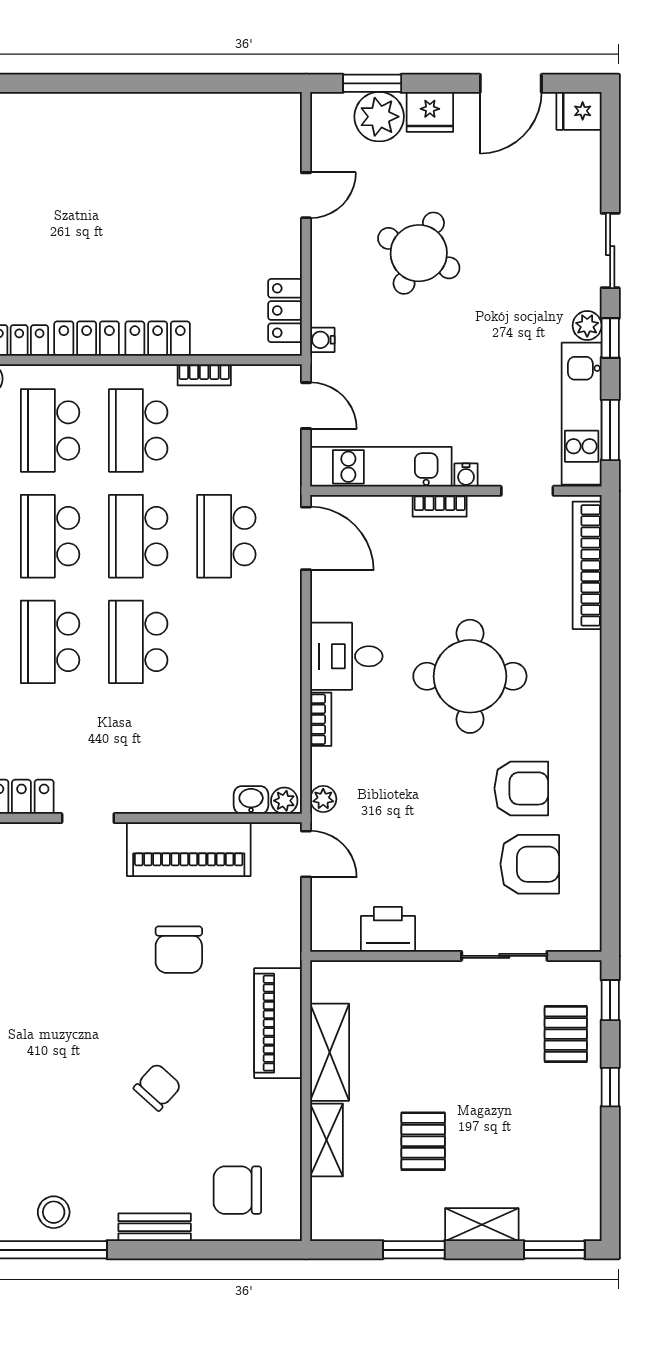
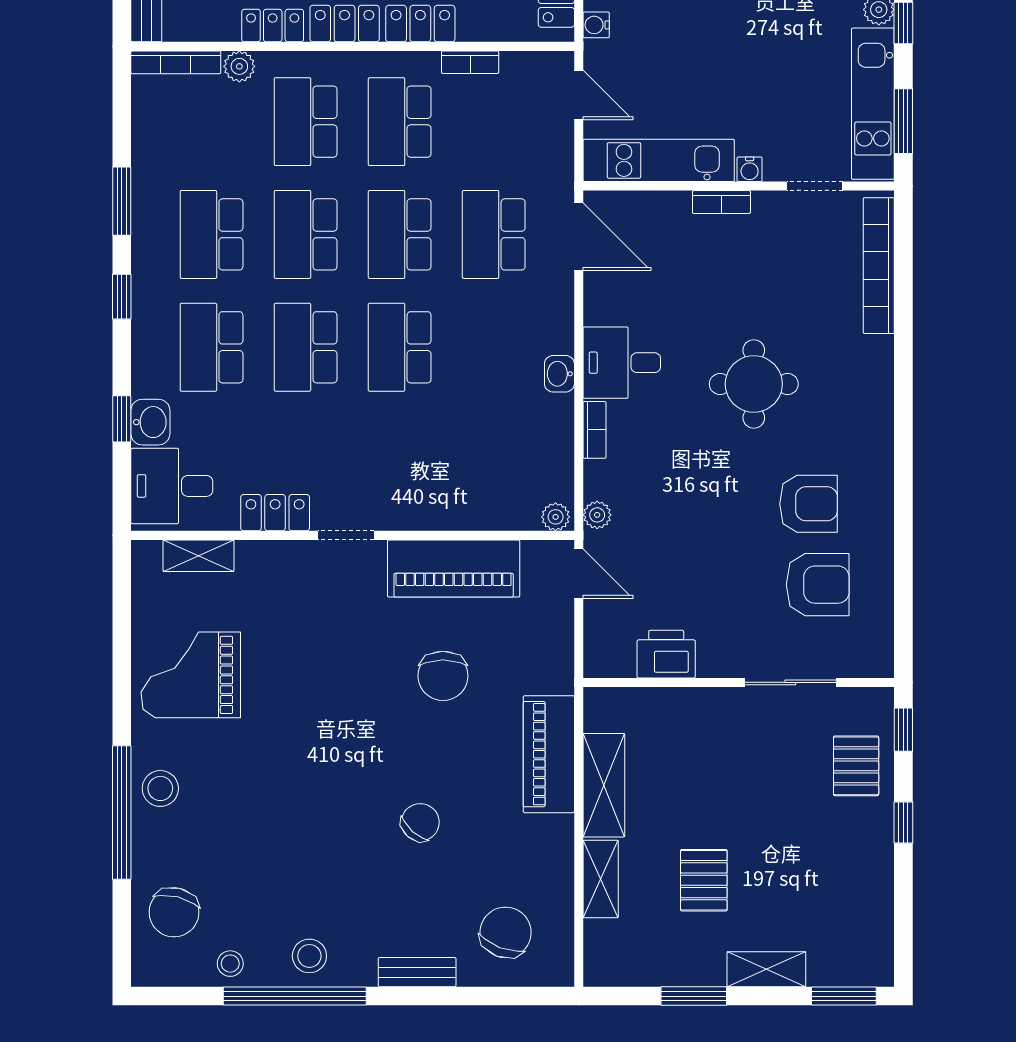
round table: (470, 676) -> (754, 384), width x0.73, depth x0.73
washbasin: (251, 800) -> (559, 374), moved, turned -90
chair: (237, 1190) -> (506, 932), turned 111

